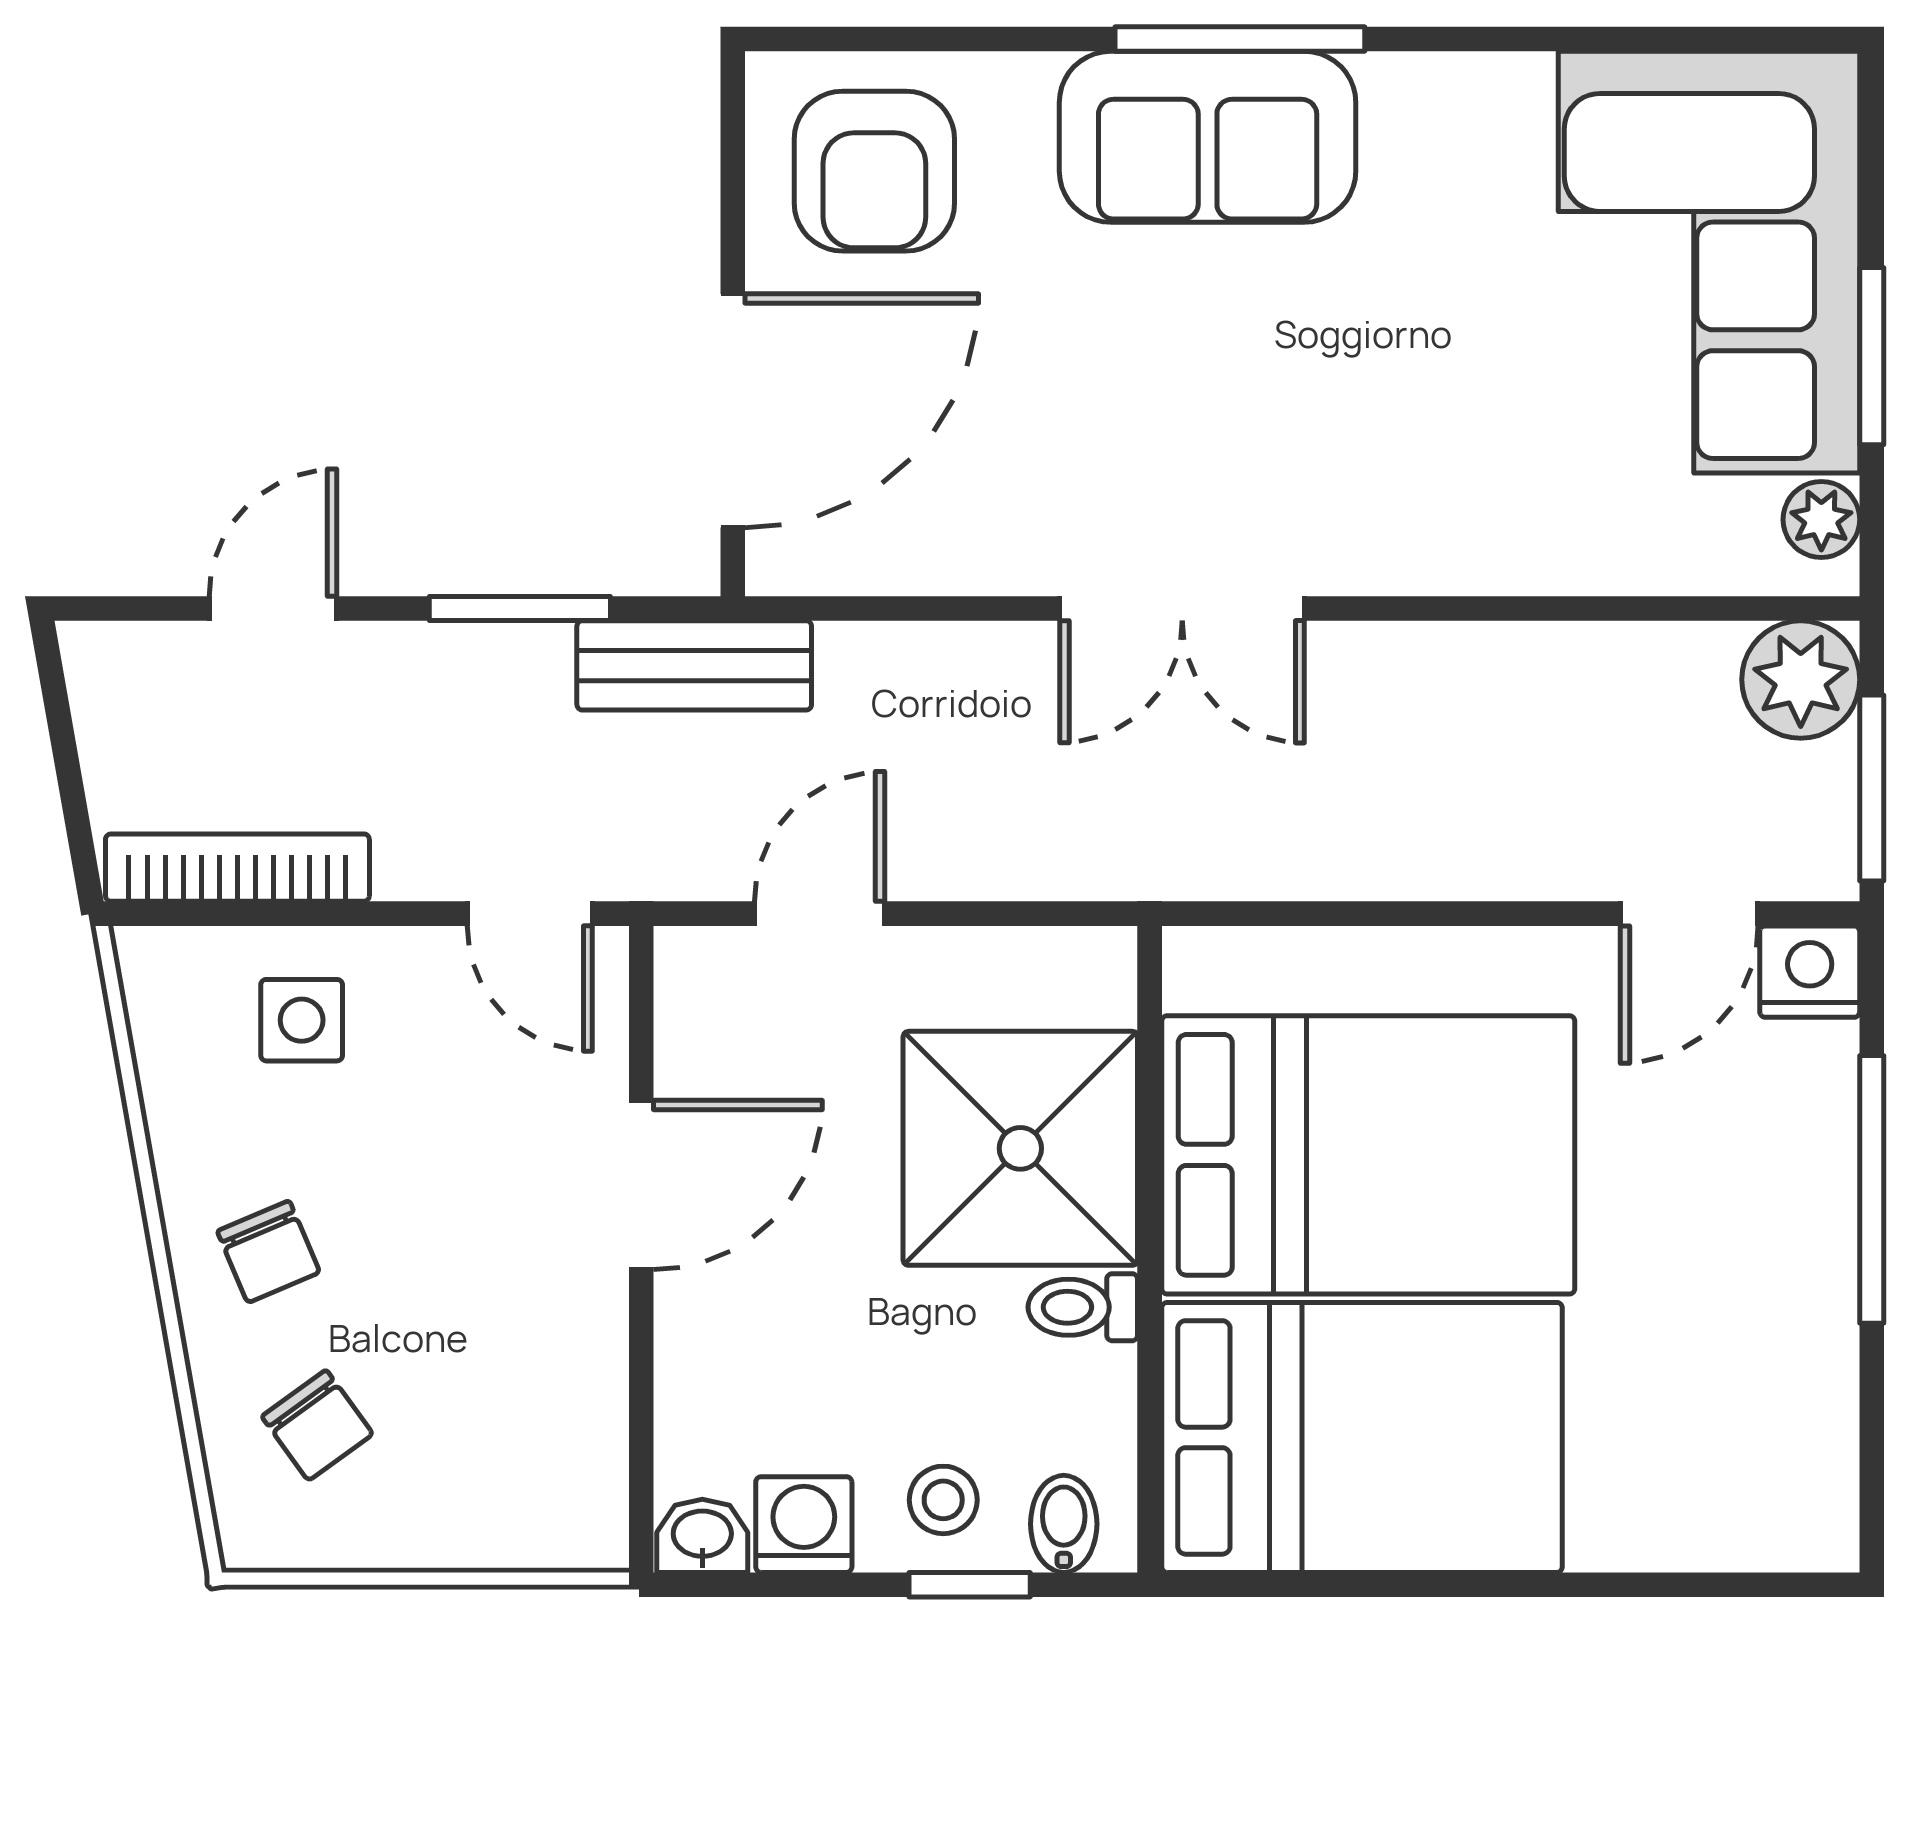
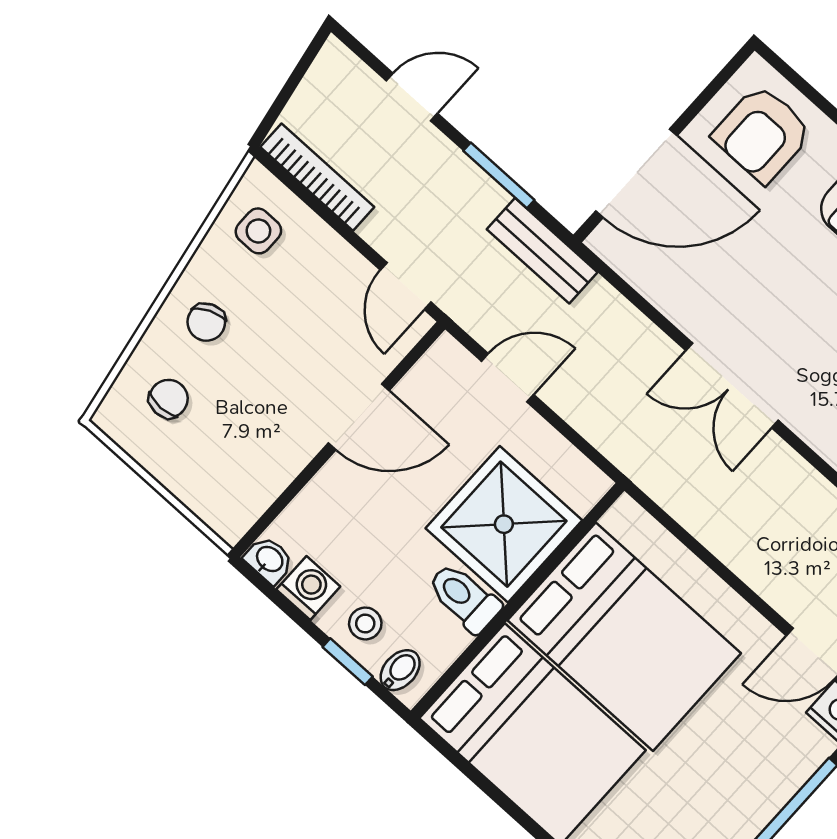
side table: (302, 1020) -> (258, 231), moved
toilet: (1083, 1307) -> (464, 598), width x1.37, depth x1.39
chair: (317, 1425) -> (169, 399), turned -144

